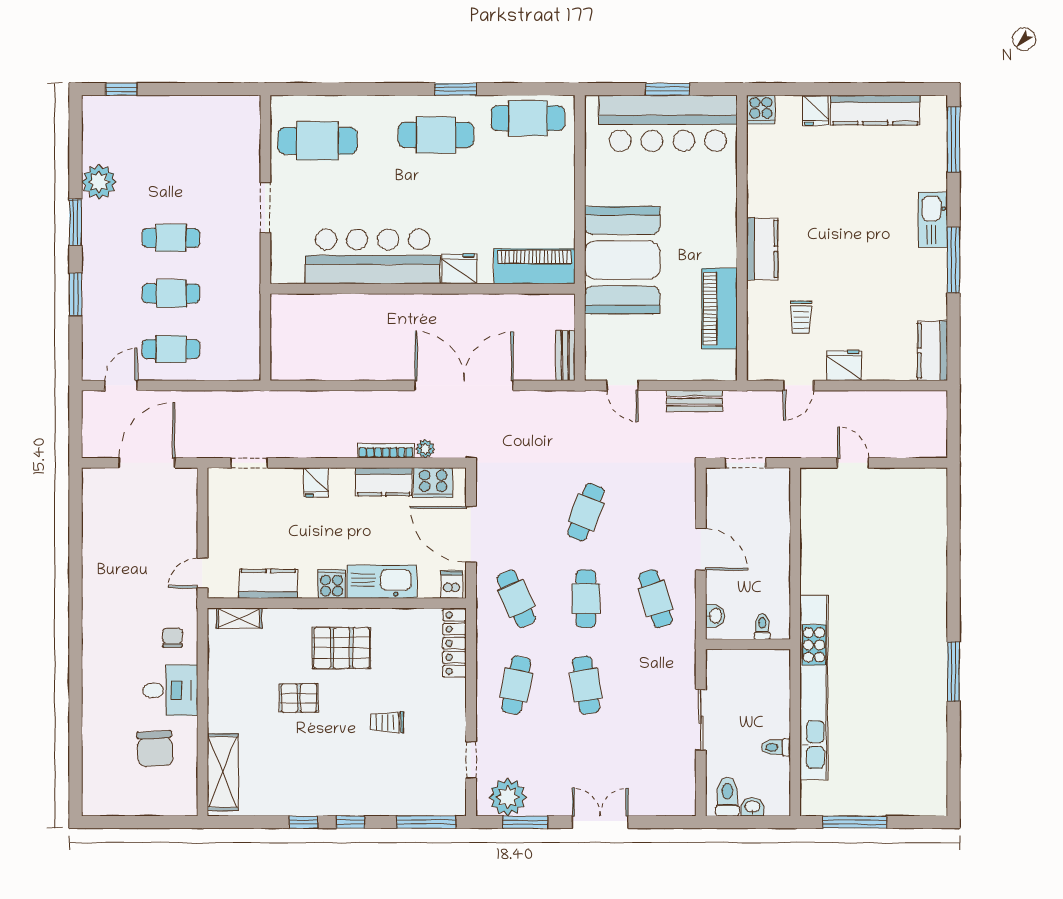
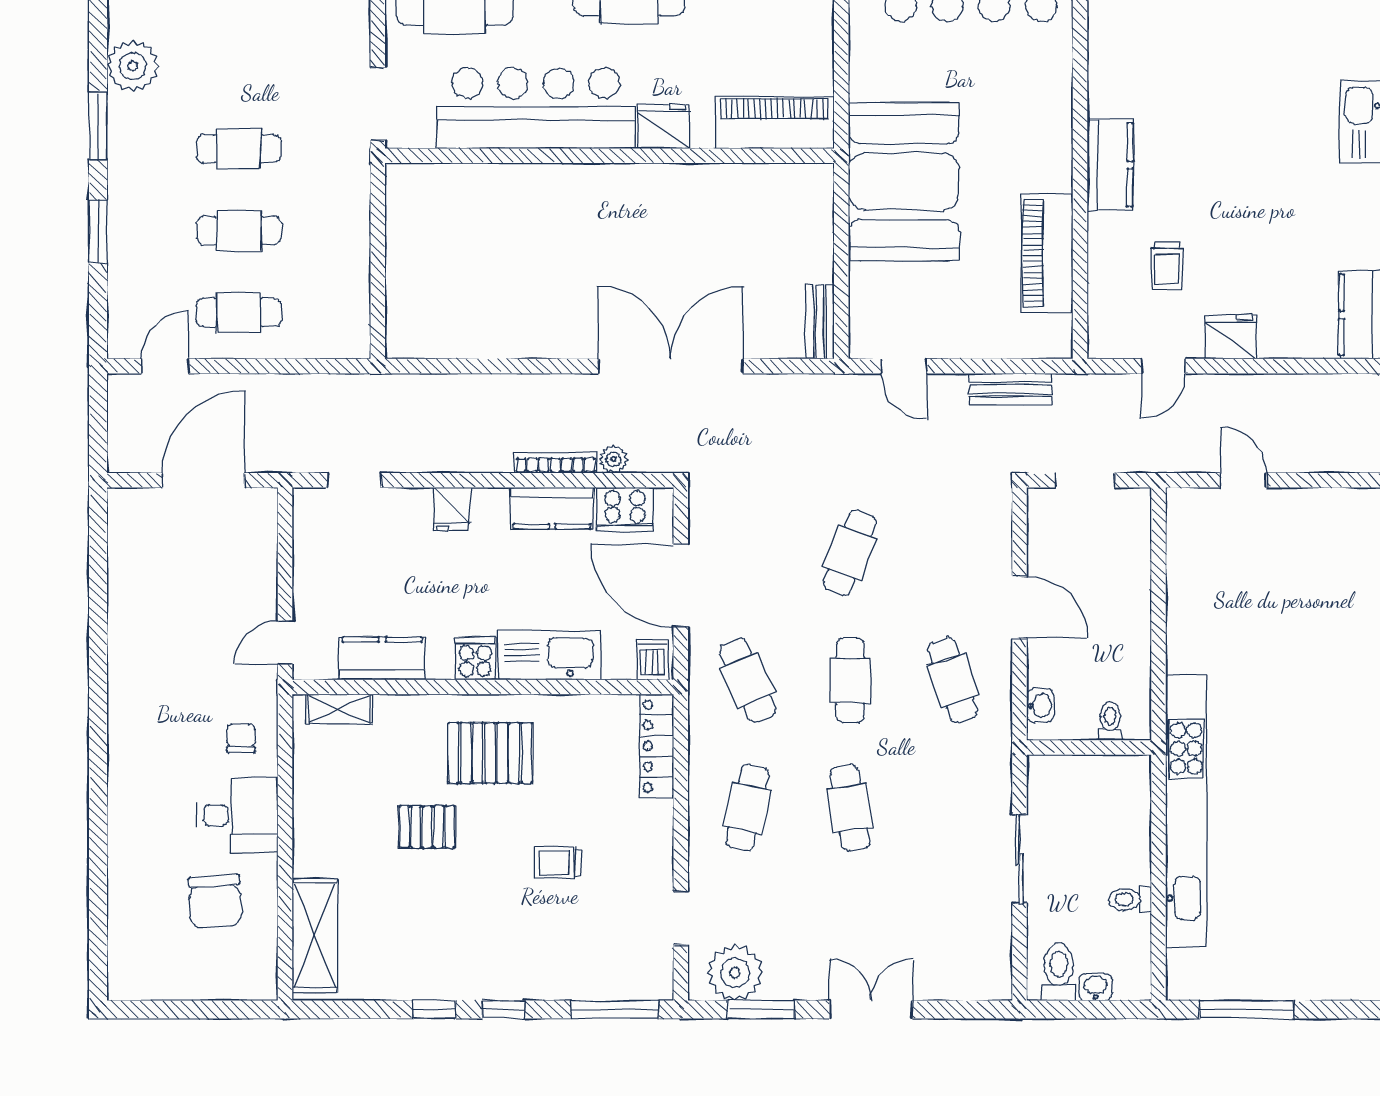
bar counter: (373, 256) -> (536, 108), moved
piano: (535, 266) -> (774, 123), moved
fridge: (459, 269) -> (664, 126), moved
wall: (423, 289) -> (609, 156), moved

